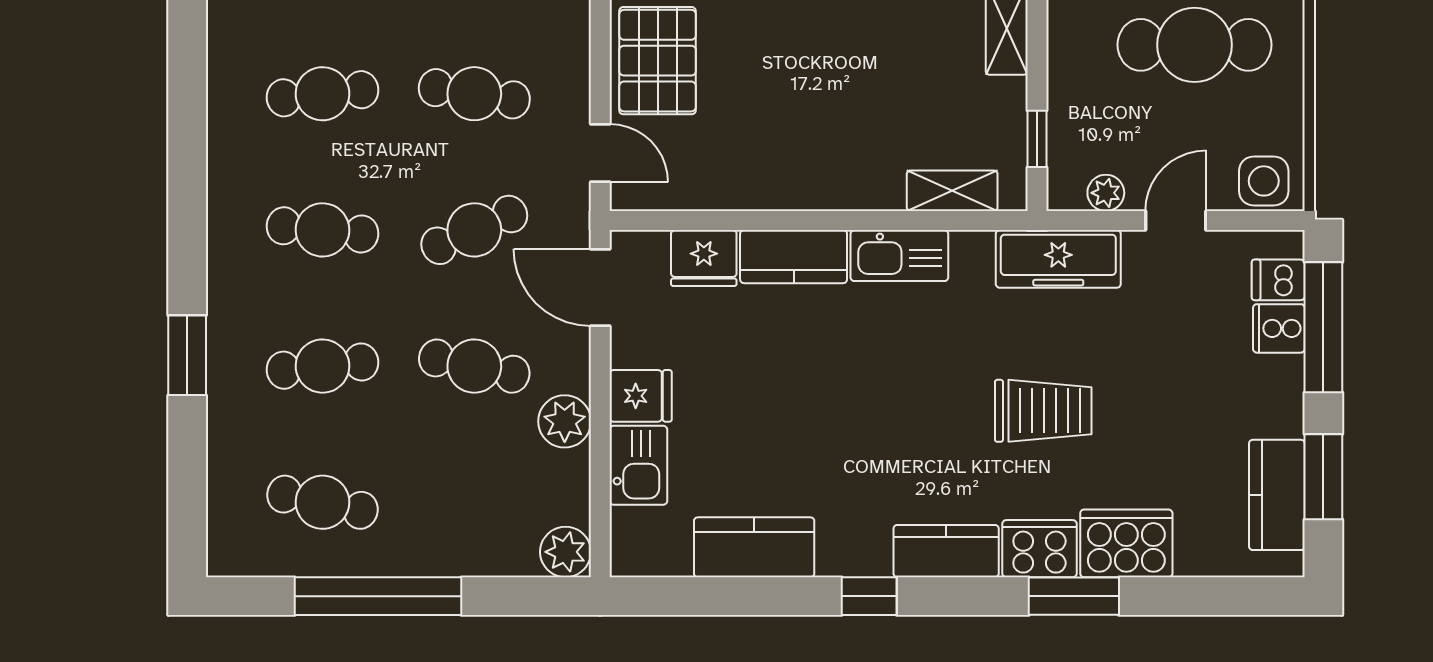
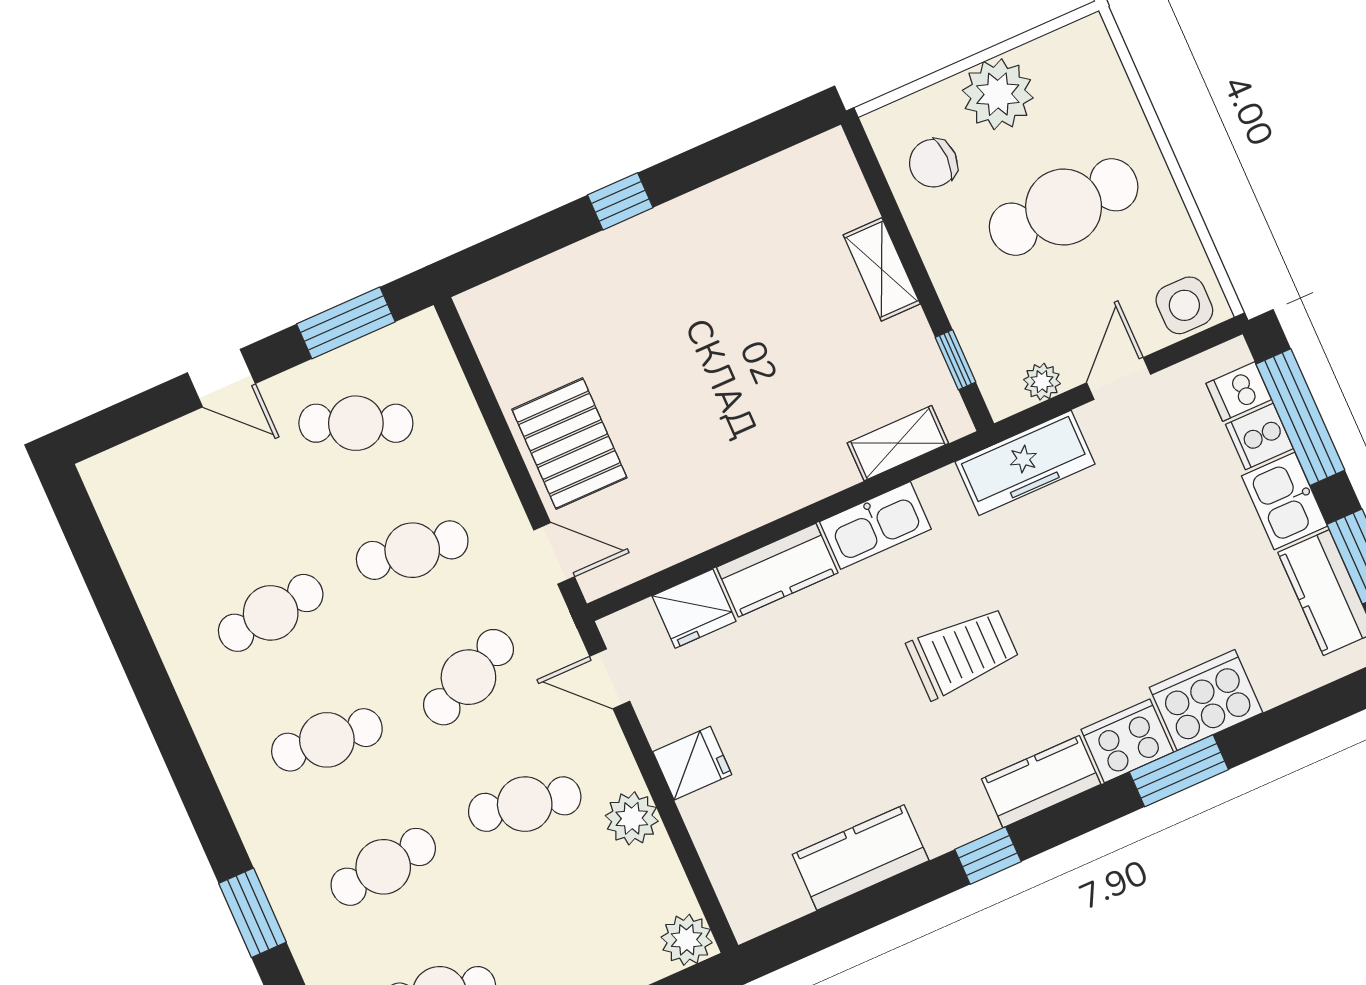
door: (600, 288) -> (610, 679), width x0.73
trolley: (1043, 411) -> (963, 653), moved
kitchen sink: (638, 465) -> (1285, 501), moved, turned 180

